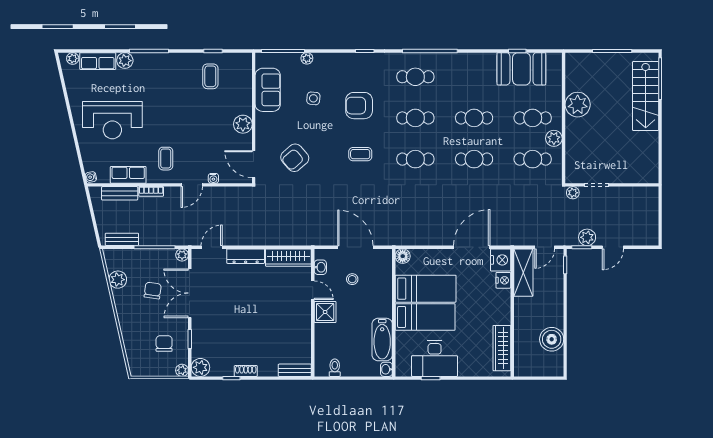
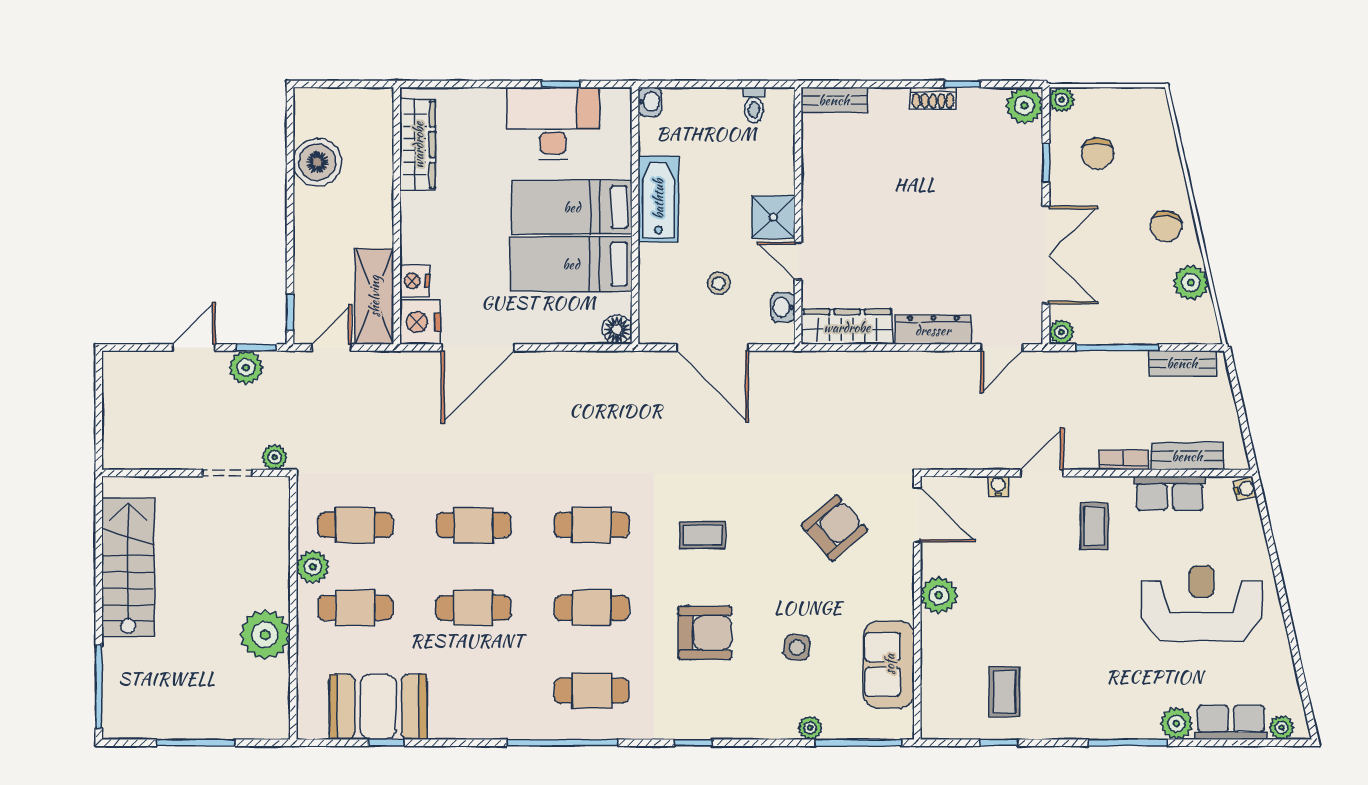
stairs: (646, 96) -> (128, 567), moved
chair: (153, 291) -> (1166, 226), moved
bathtub: (382, 340) -> (658, 199), moved

